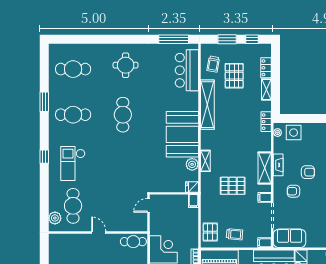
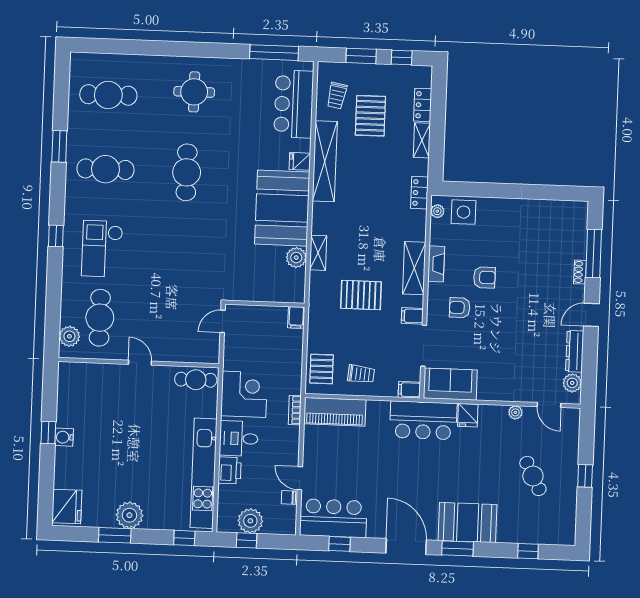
fridge: (192, 187) -> (300, 161), moved

